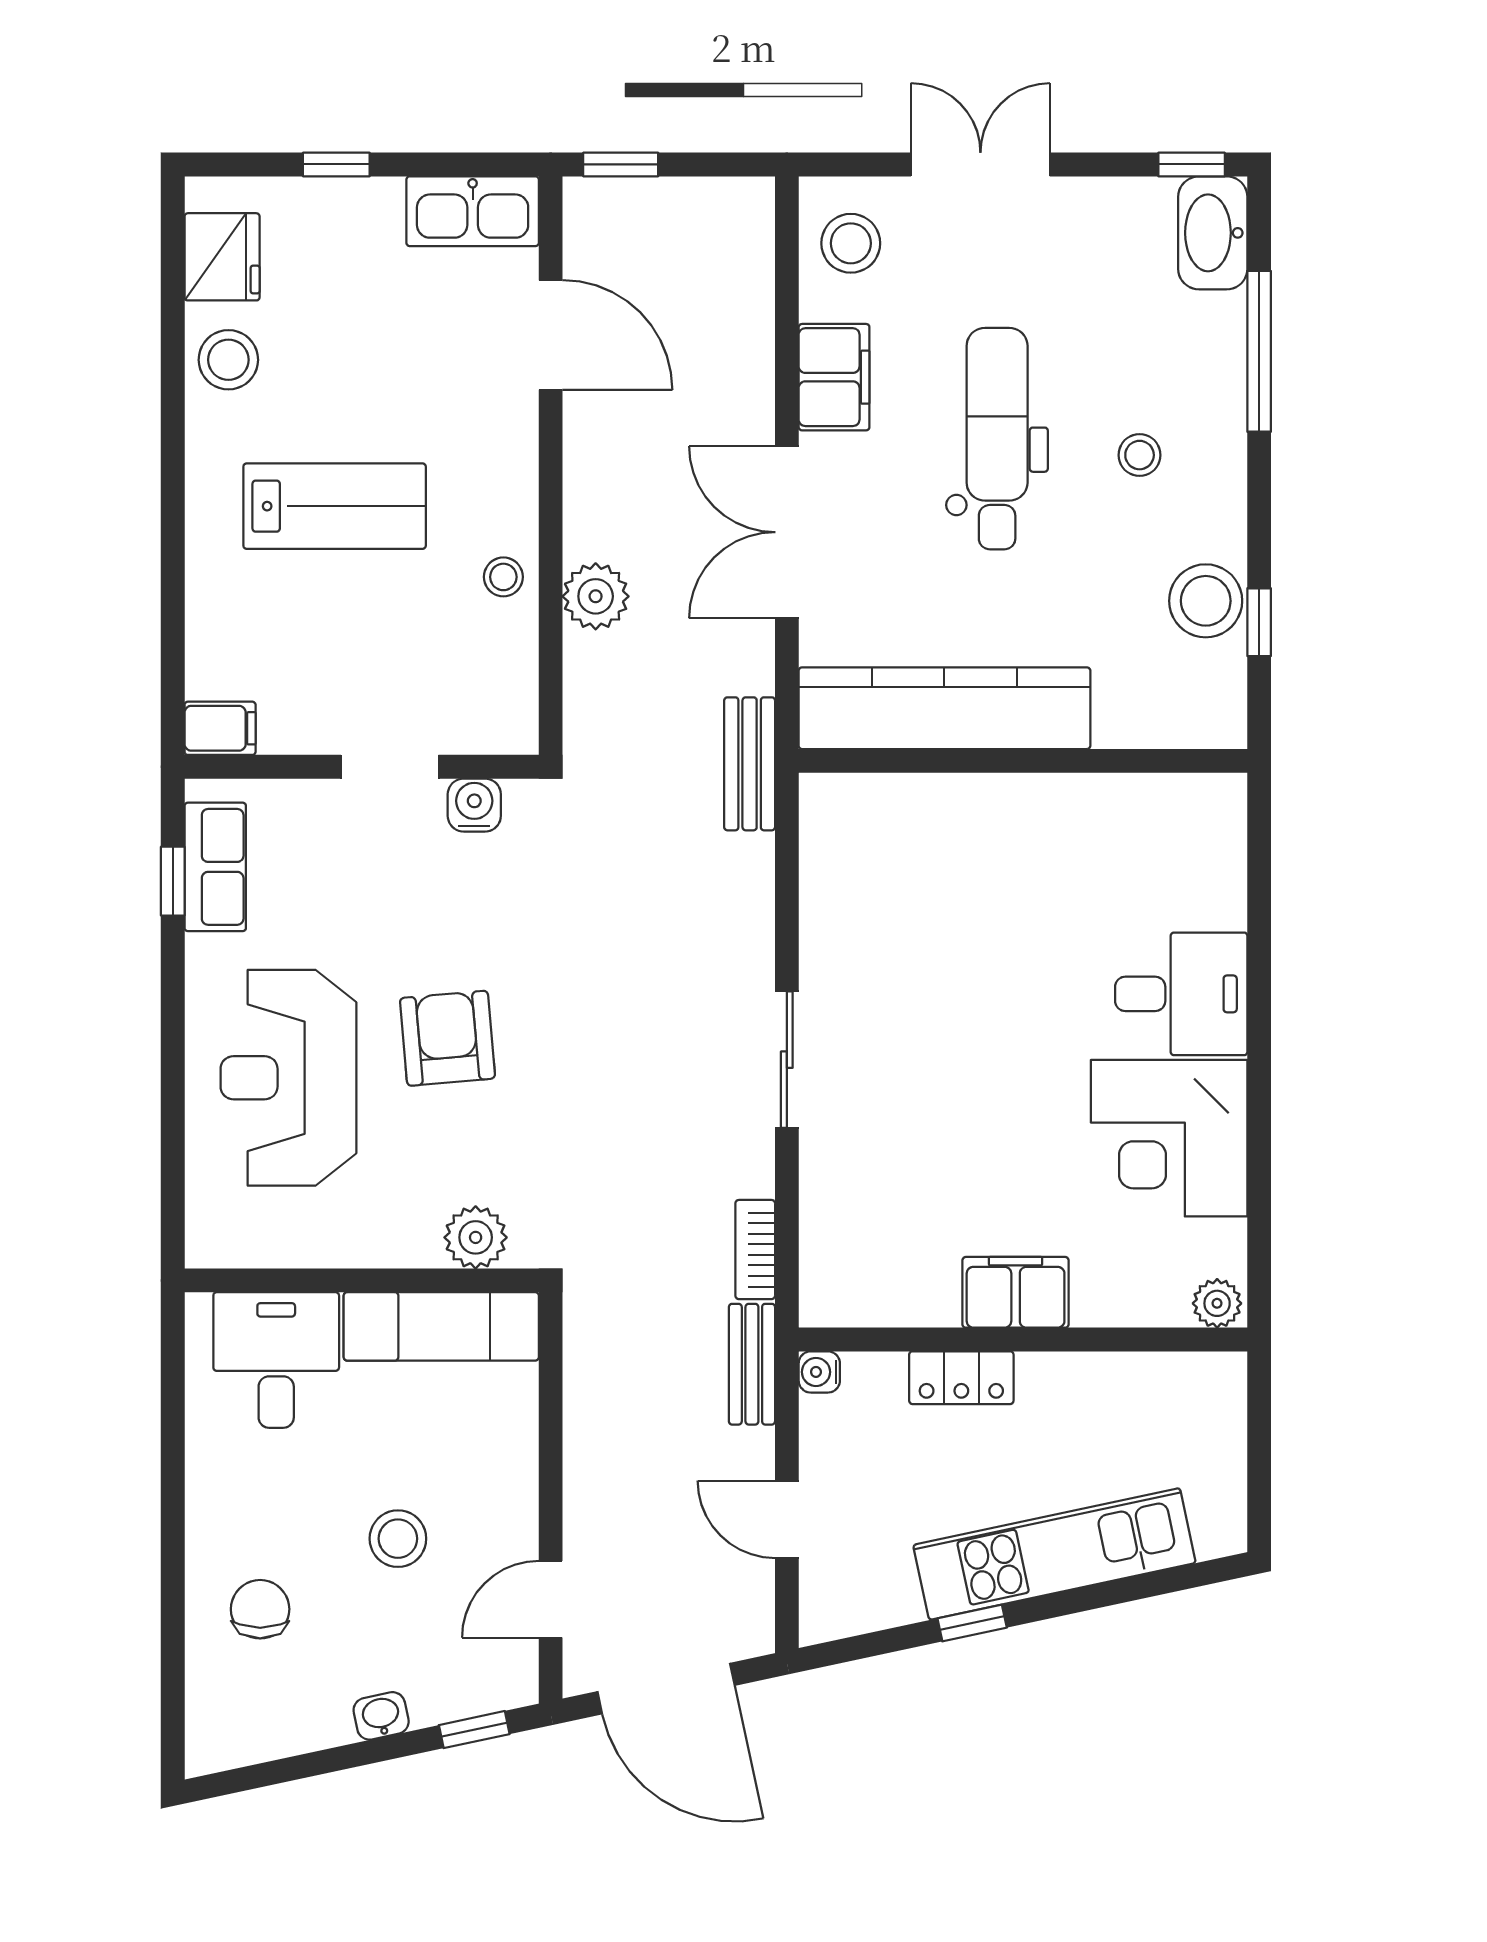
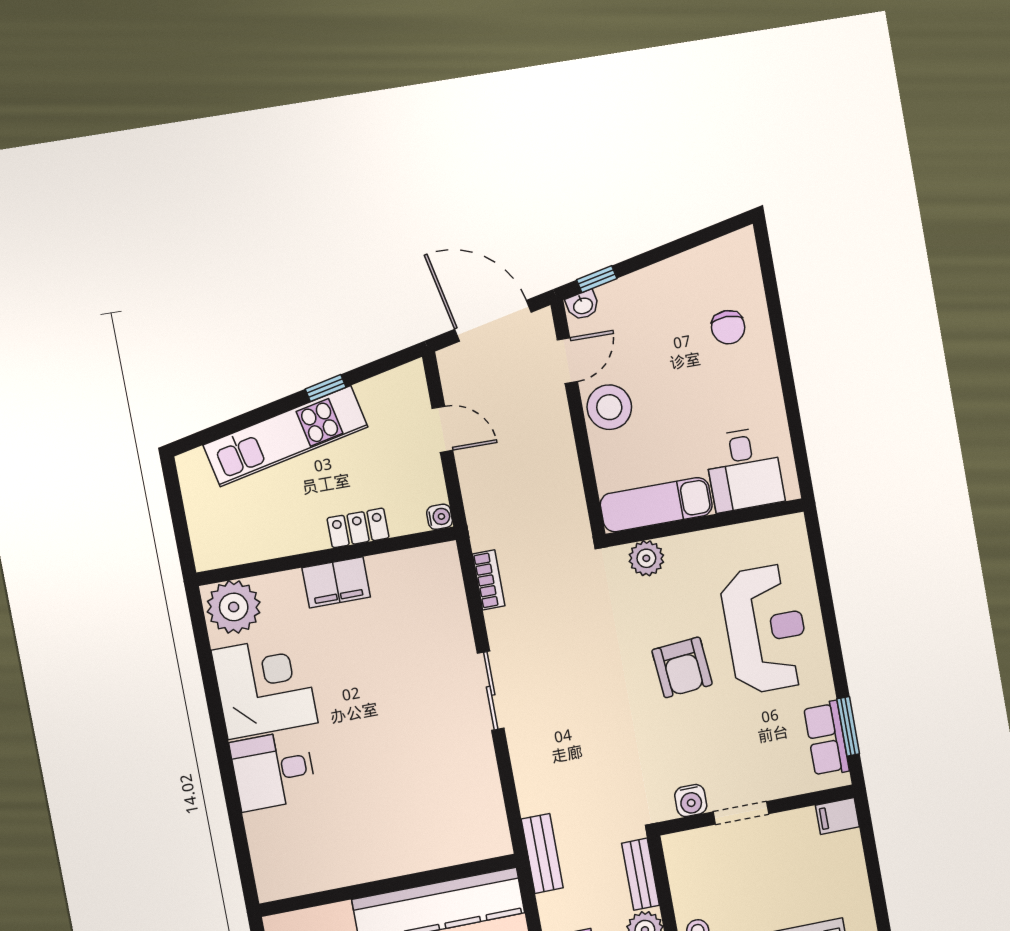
window: (173, 881) -> (848, 726), width x1.50
plant: (1217, 1303) -> (234, 607), width x1.87, depth x1.87
bench: (752, 1364) -> (641, 874), moved
stool: (398, 1539) -> (609, 407), moved, width x1.38, depth x1.38
washbasin: (381, 1716) -> (583, 305), moved

